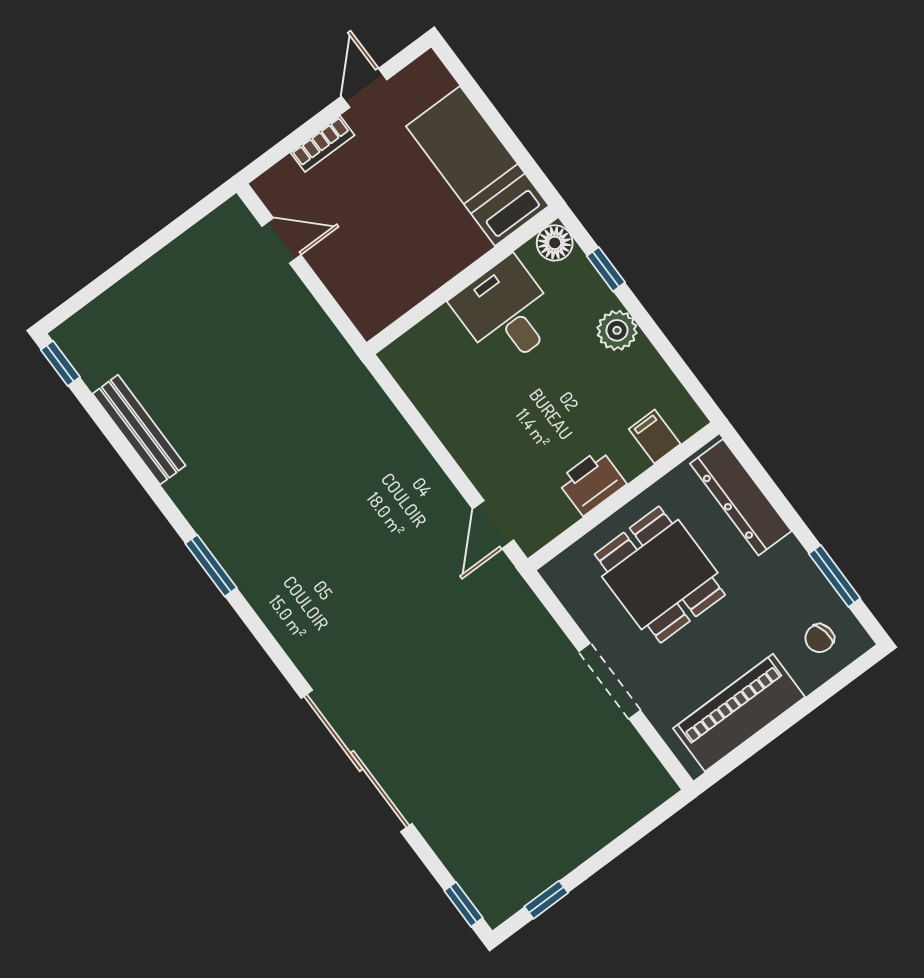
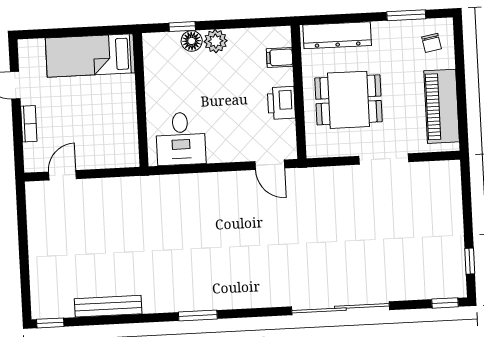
floor lamp: (555, 243) -> (192, 41), moved
desk: (506, 312) -> (181, 139), moved, turned -90

